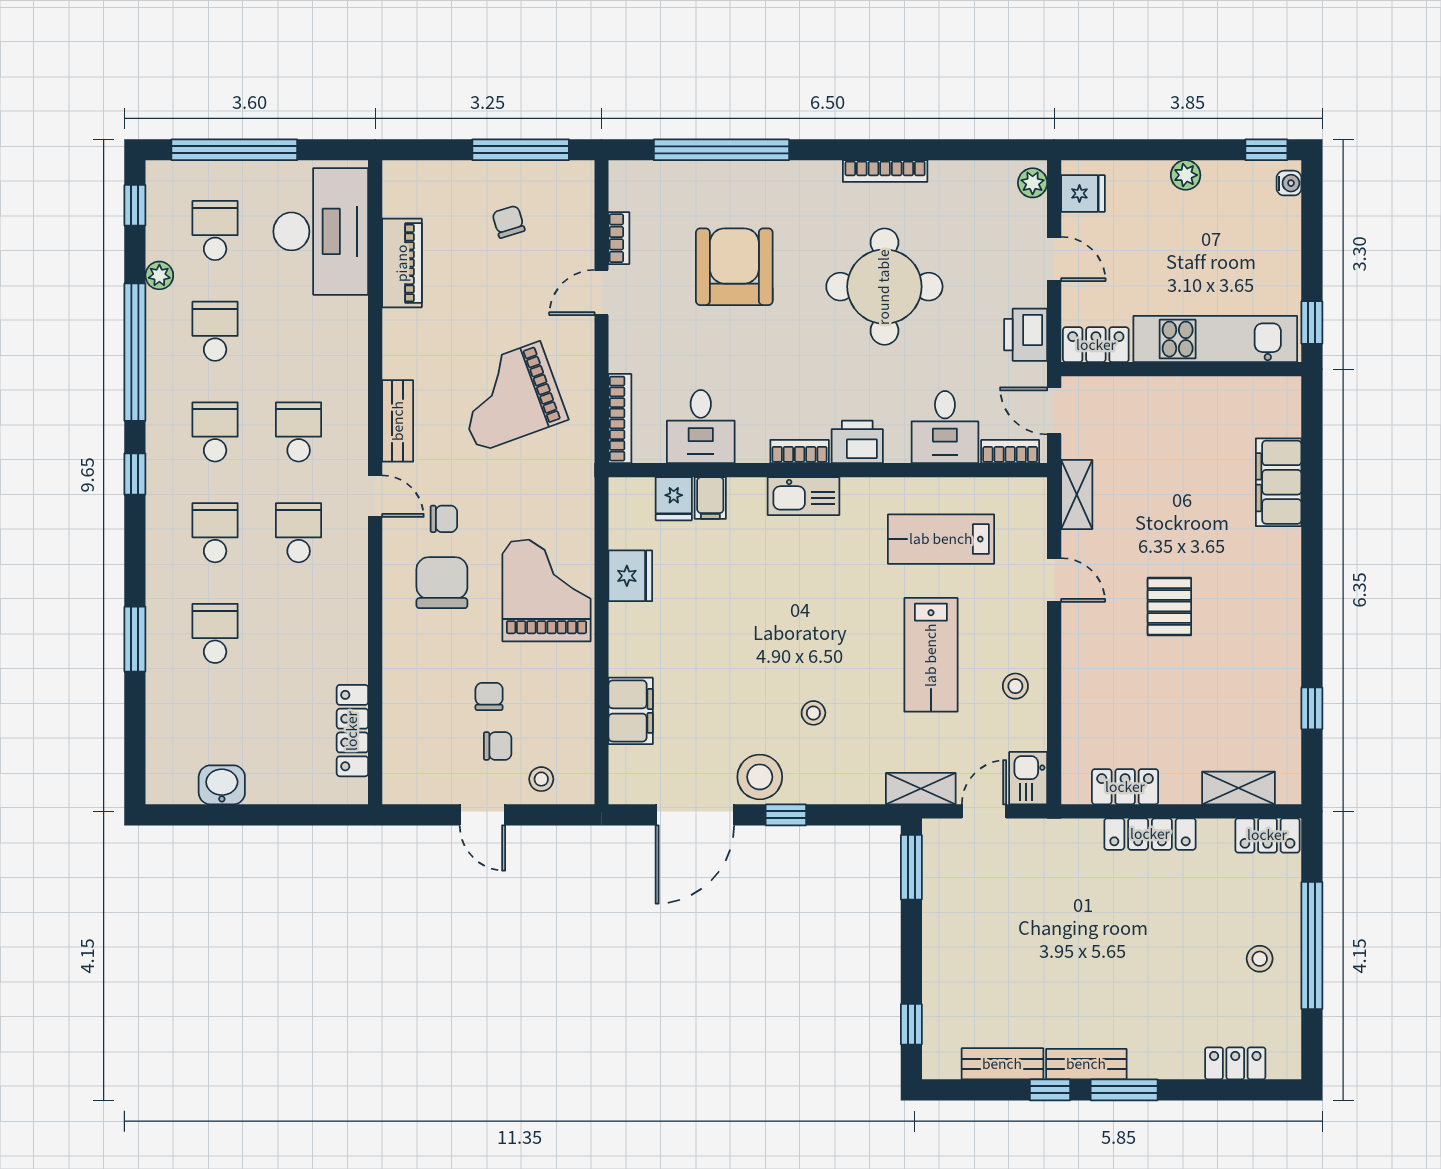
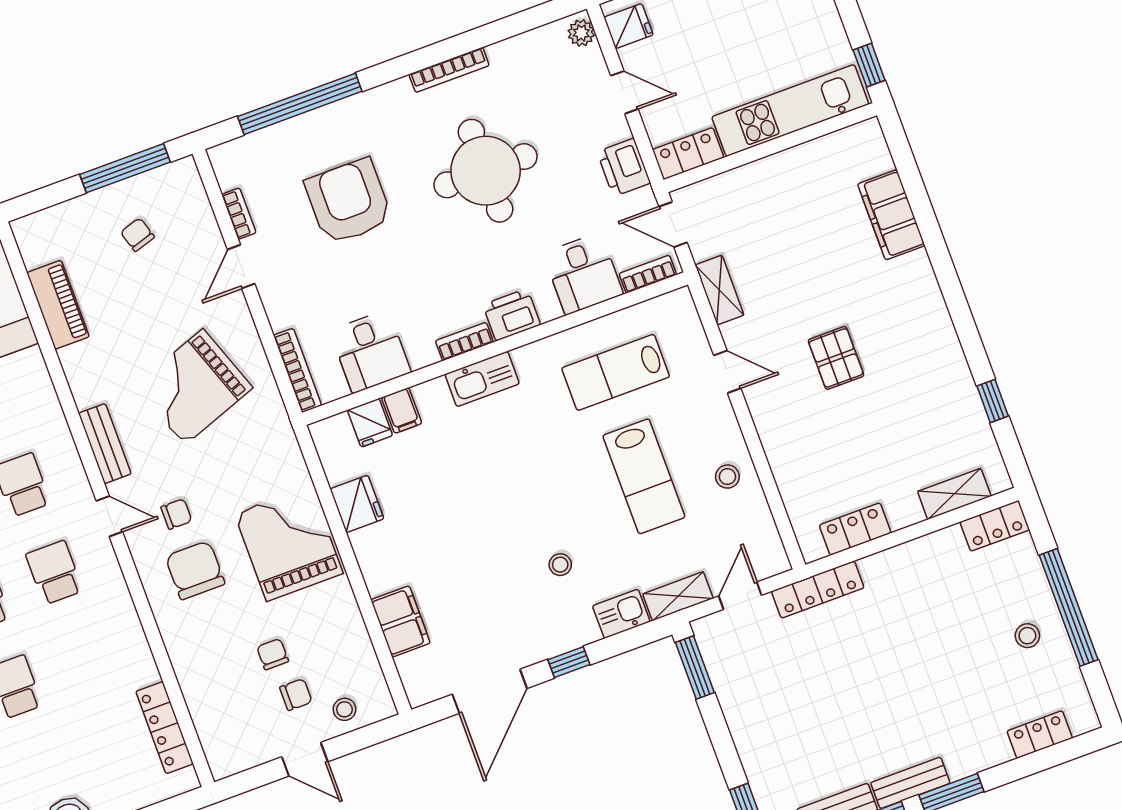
stool: (760, 777) -> (534, 638), removed
kitchen sink: (1028, 778) -> (621, 614), moved, turned 90
locker: (1150, 834) -> (818, 590), moved

